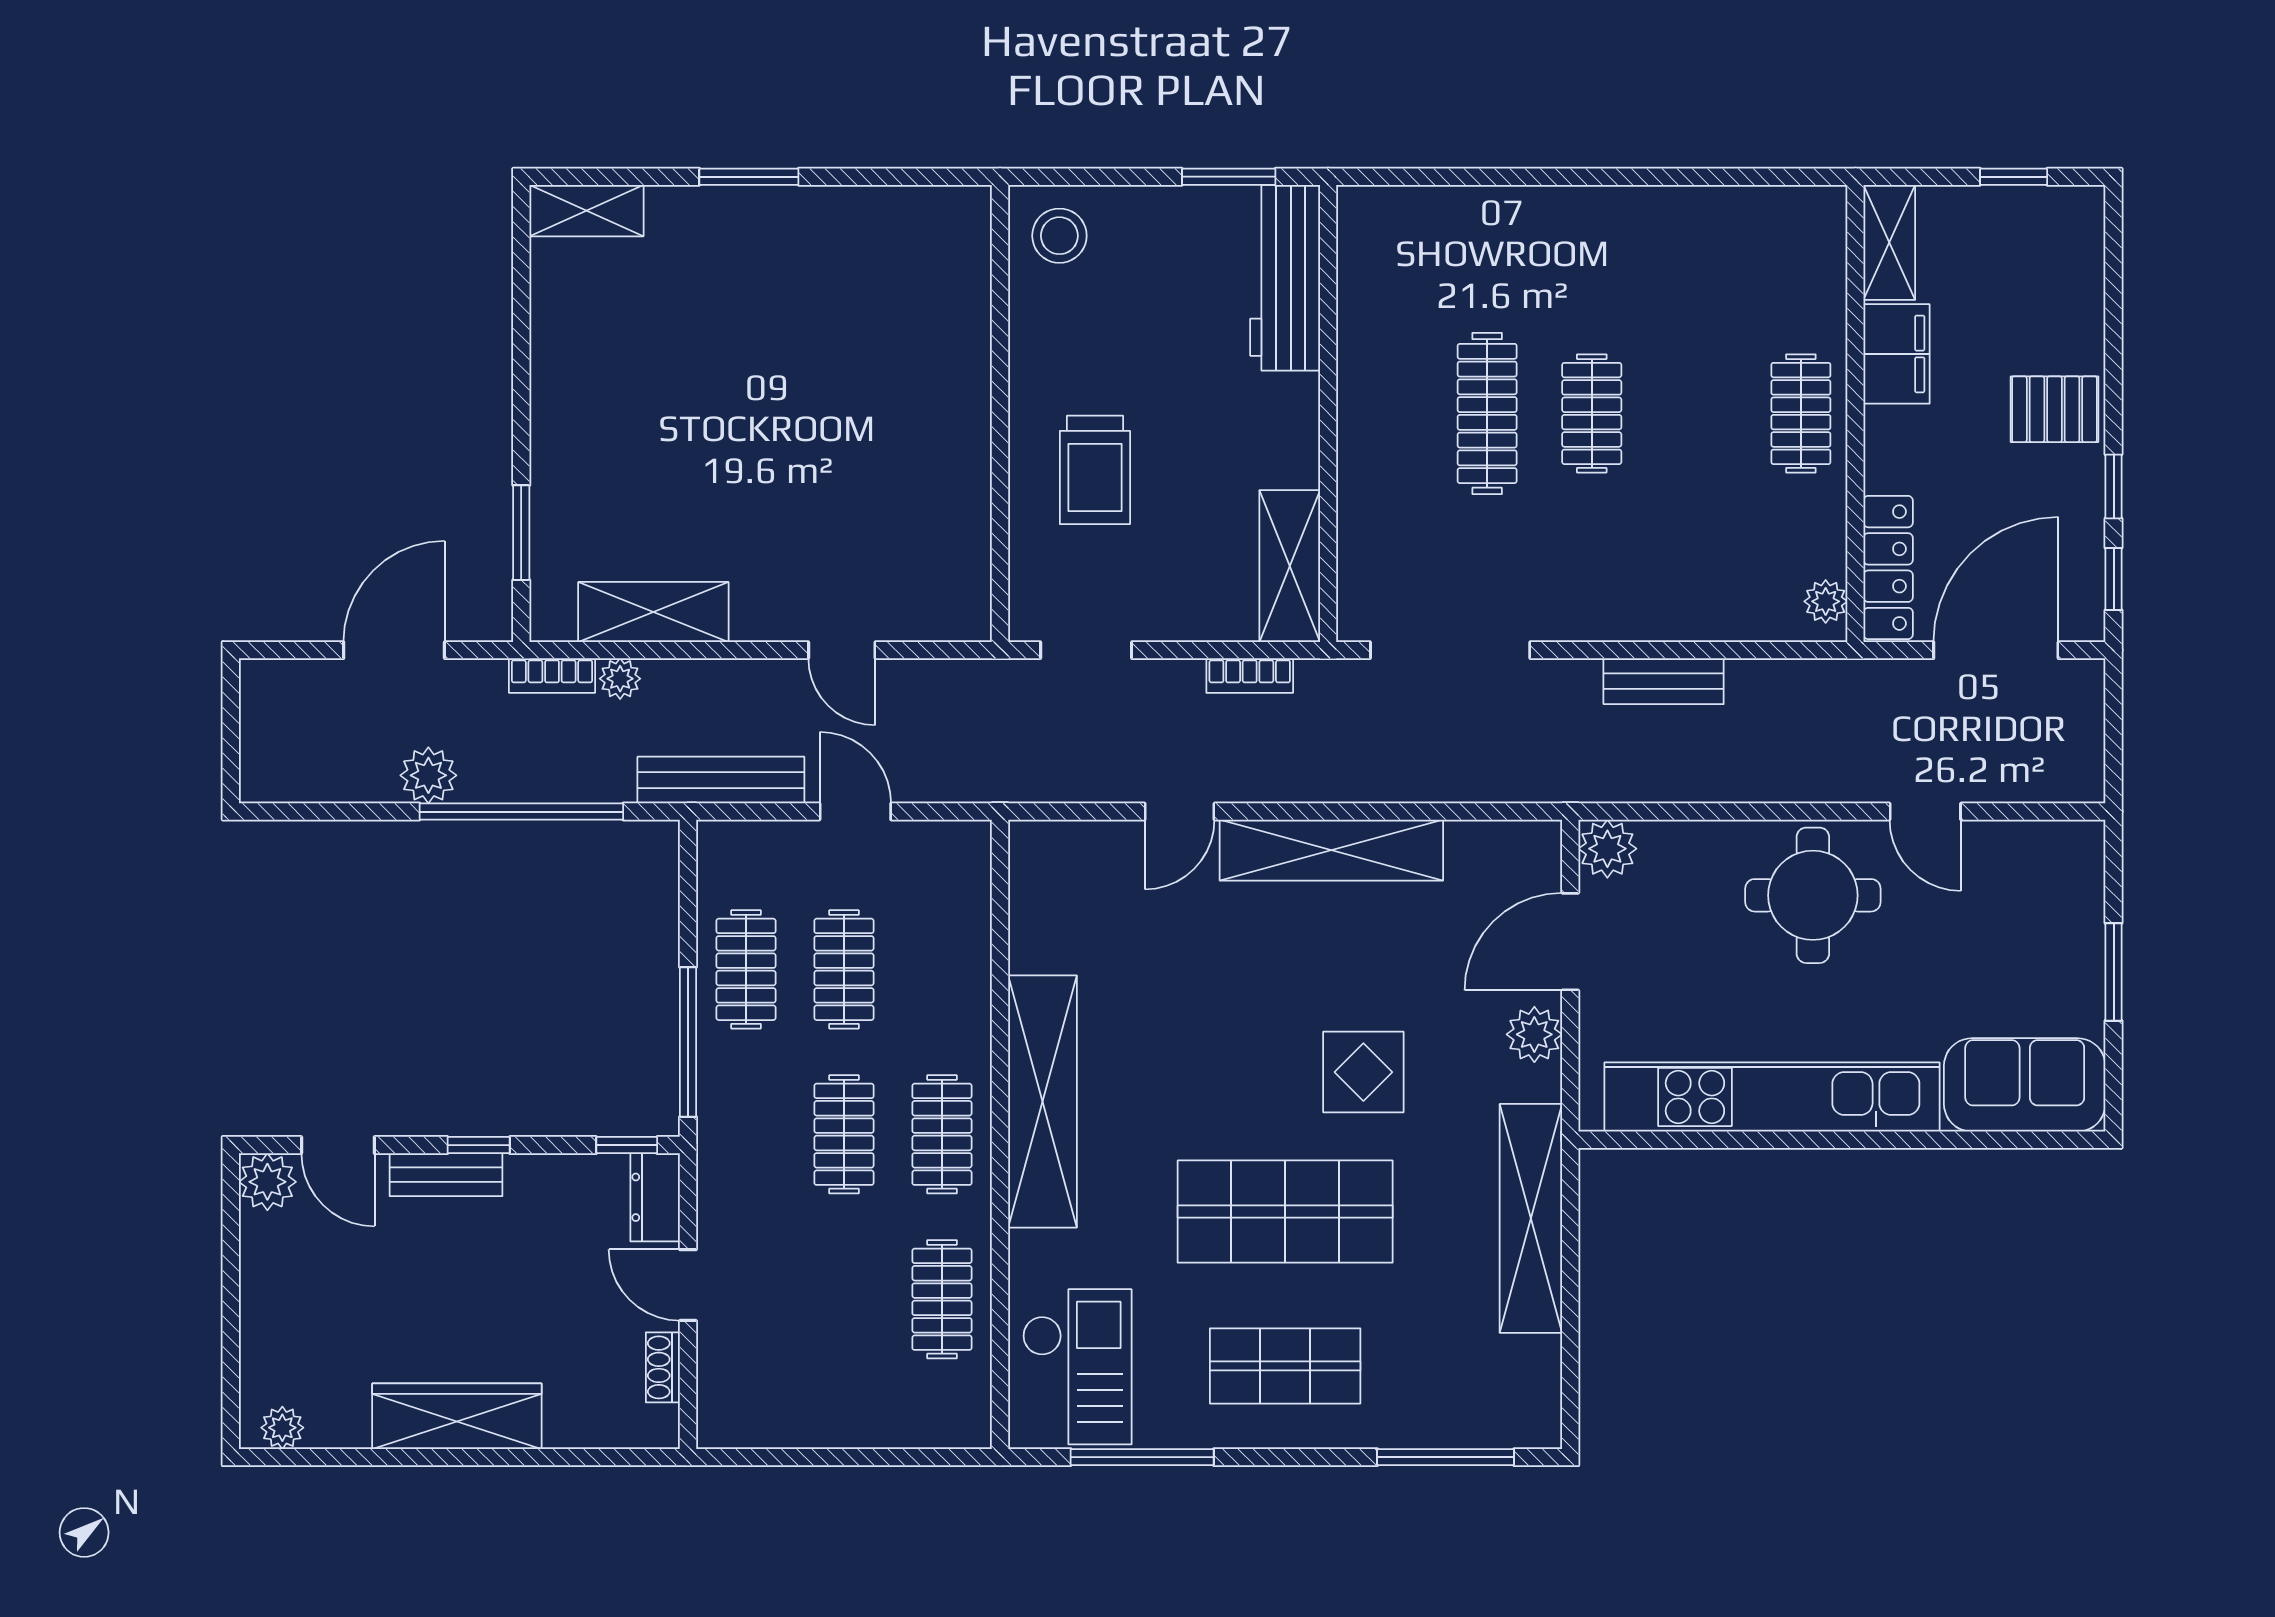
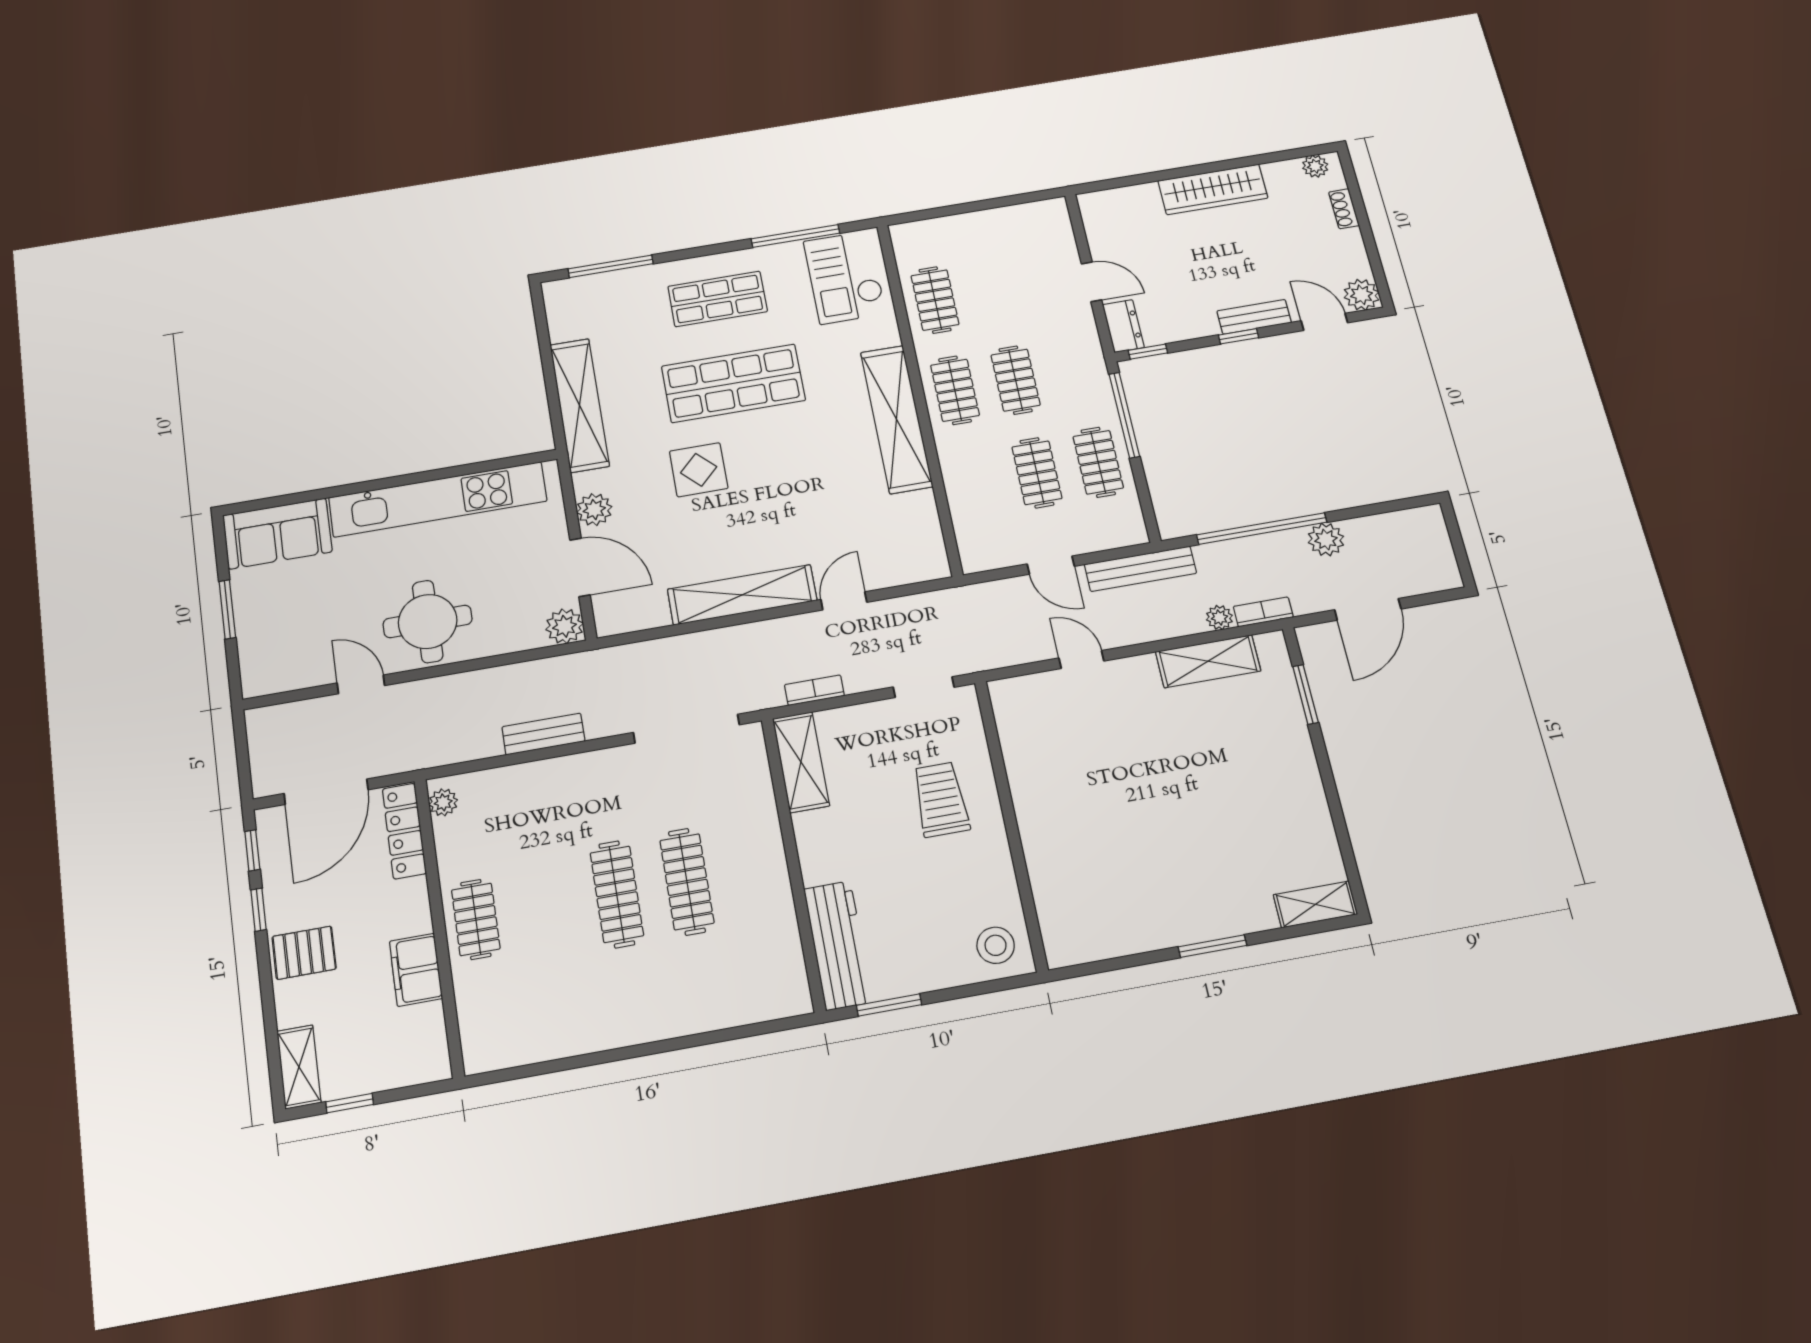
shelving: (1889, 242) -> (299, 1067), moved
clothes rail: (1592, 413) -> (617, 894), width x1.36
door: (1570, 942) -> (580, 567), hinge flipped
shoe rack: (663, 1367) -> (1344, 209), moved, turned 180

